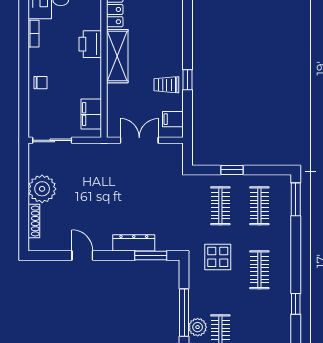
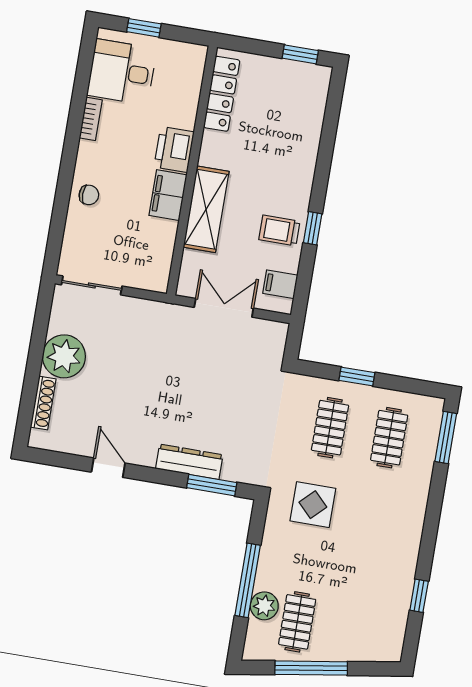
shelving: (117, 56) -> (206, 209), moved
filing cabinet: (91, 114) -> (168, 195), moved
clothes rail: (259, 270) -> (373, 535), removed

